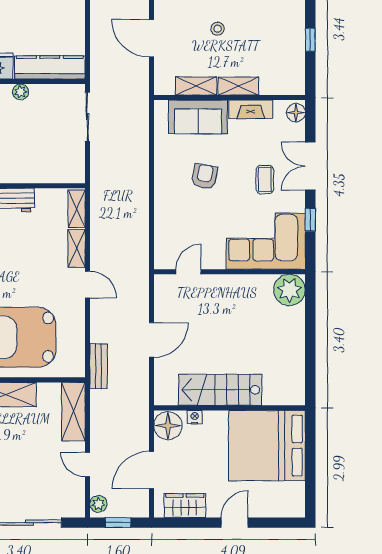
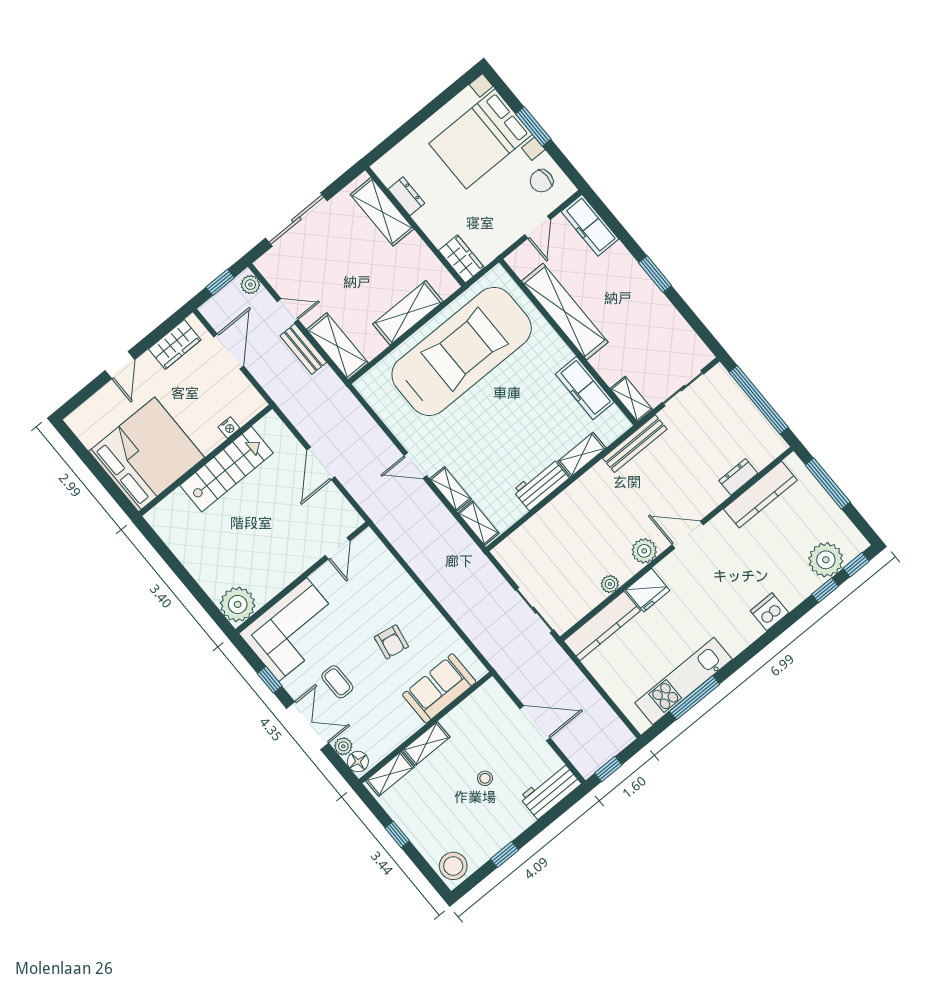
shelving: (196, 86) -> (390, 774), moved
fireplace: (251, 109) -> (399, 732), removed
plant: (297, 132) -> (343, 746), added
bench: (98, 366) -> (303, 349), moved
floor lamp: (168, 426) -> (246, 401), removed

